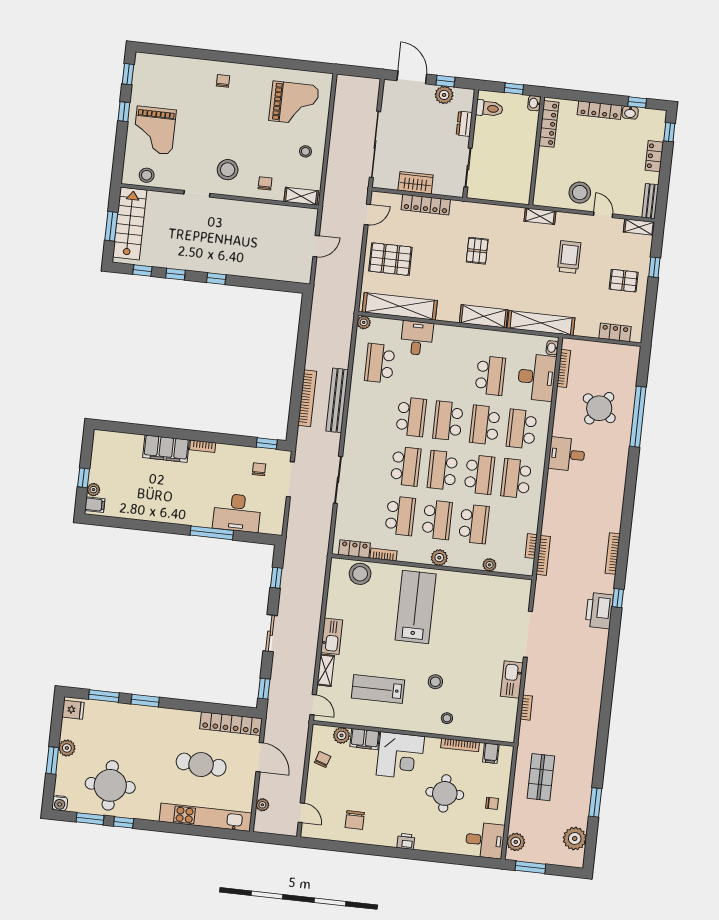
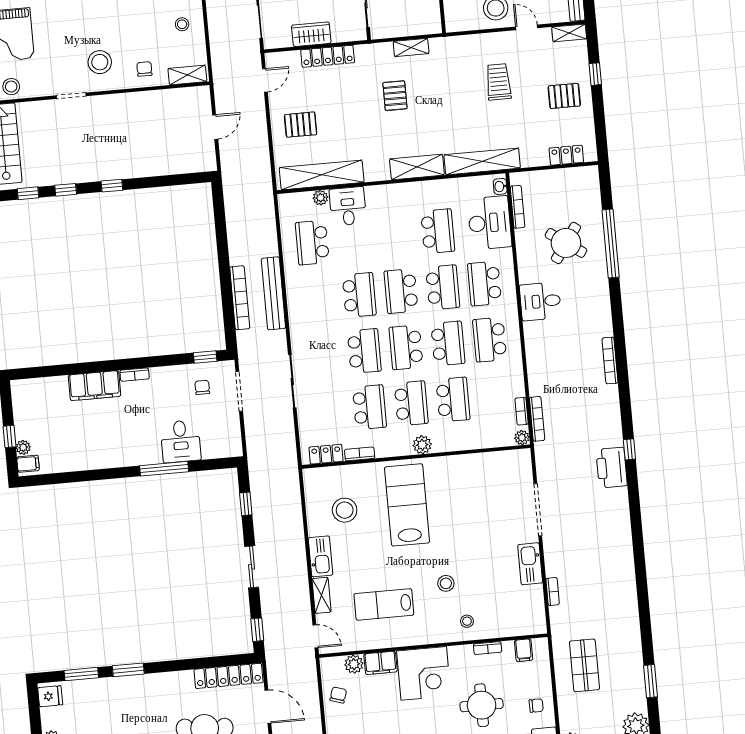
shelving: (540, 216) -> (411, 47), moved
pallet: (390, 259) -> (301, 125), width x0.67, depth x0.71
plant: (364, 322) -> (321, 198), moved
school desk: (485, 425) -> (443, 287), turned 180
desk: (237, 513) -> (181, 441), width x0.73
bookcase: (613, 553) -> (610, 361), moved
plant: (489, 565) -> (522, 438), moved
stool: (360, 574) -> (345, 510), moved
bookcase: (460, 745) -> (488, 648), width x0.64

